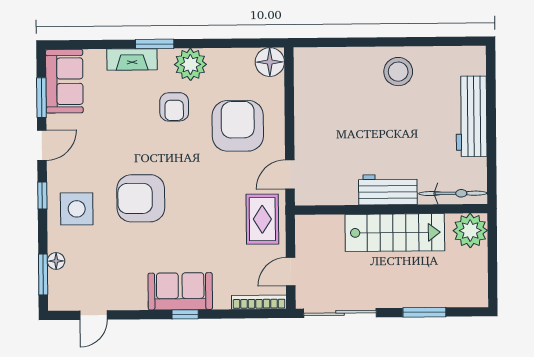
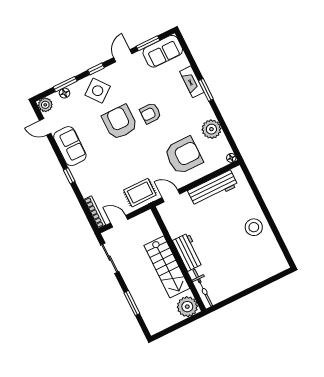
floor lamp: (270, 62) -> (231, 158), width x0.53, depth x0.53
plant: (190, 64) -> (211, 129), moved
armchair: (174, 107) -> (150, 113), moved
workbench: (471, 116) -> (213, 188), moved, turned 180
door: (42, 145) -> (123, 56), swing flipped
side table: (77, 209) -> (98, 91), turned -38
window: (43, 274) -> (65, 84), moved
sofa: (180, 291) -> (70, 146), moved
plant: (60, 299) -> (45, 105), added
sliding door: (340, 313) -> (110, 258), width x0.73

